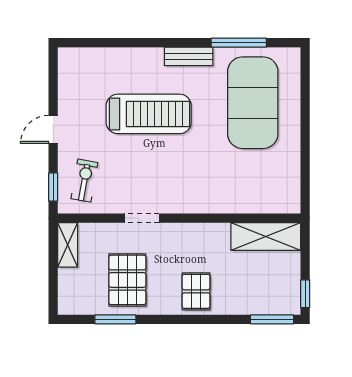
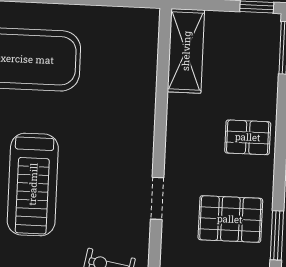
treadmill: (149, 114) -> (33, 184), turned 180

